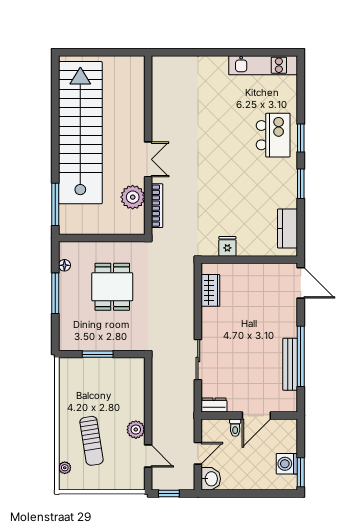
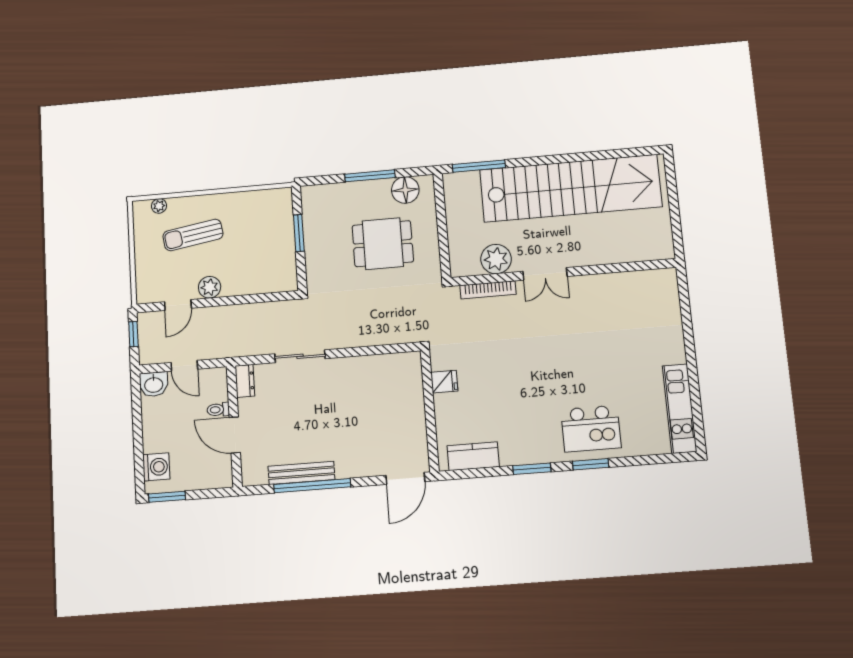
floor lamp: (64, 265) -> (405, 190), width x1.89, depth x1.89
wardrobe: (210, 290) -> (387, 365), removed
washing machine: (287, 464) -> (156, 467), moved, turned 90

